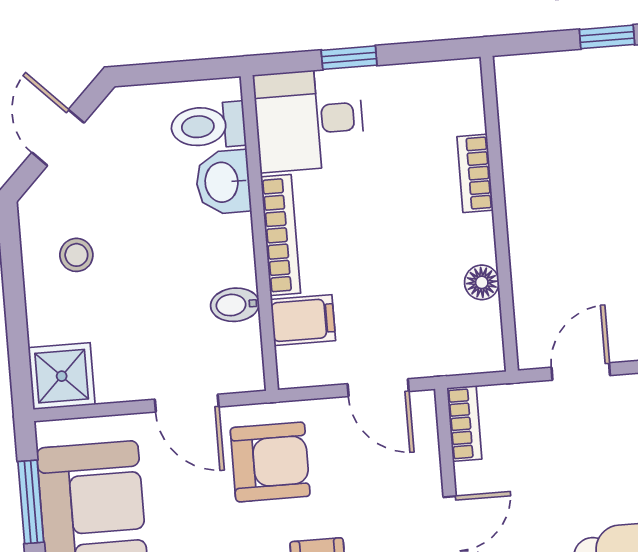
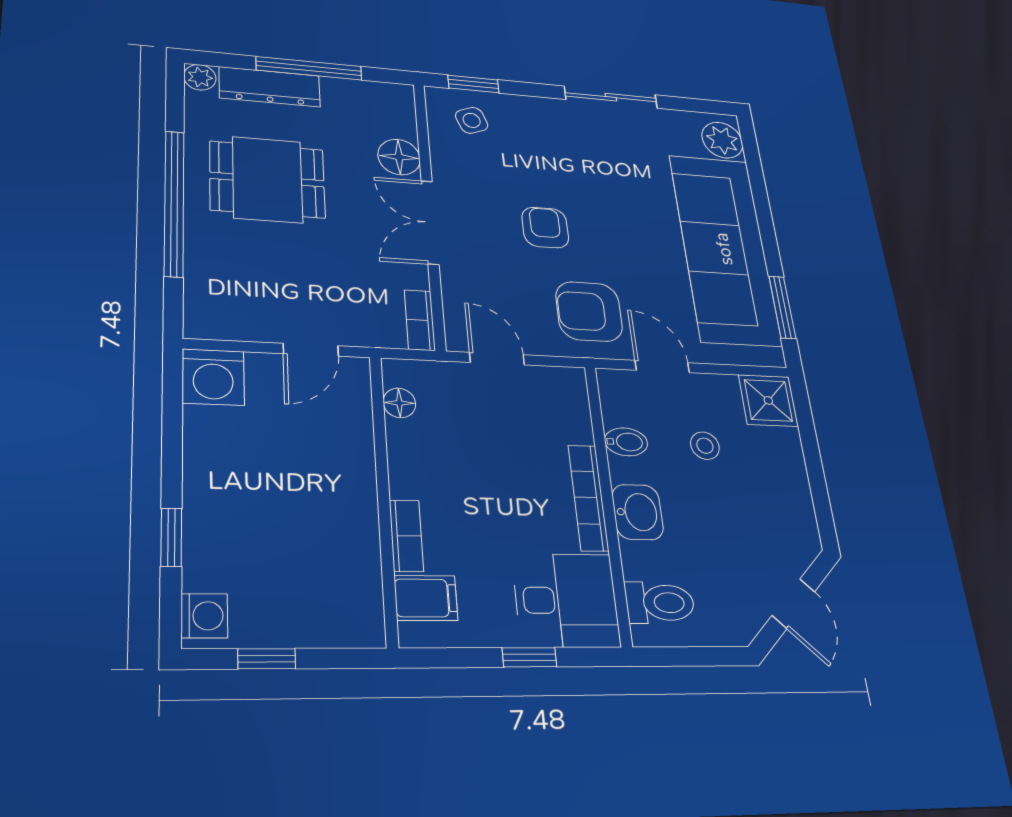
washbasin: (223, 182) -> (638, 512), moved
stool: (76, 255) -> (705, 446), moved
floor lamp: (482, 282) -> (399, 403), moved
filing cabinet: (303, 320) -> (426, 598), moved, turned 180

